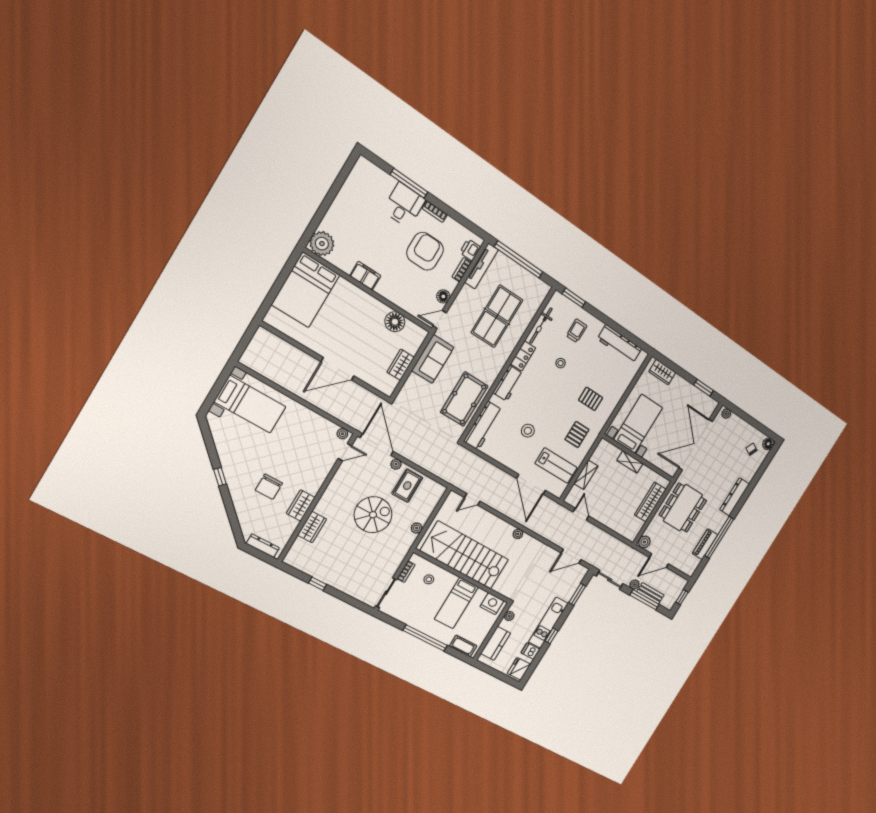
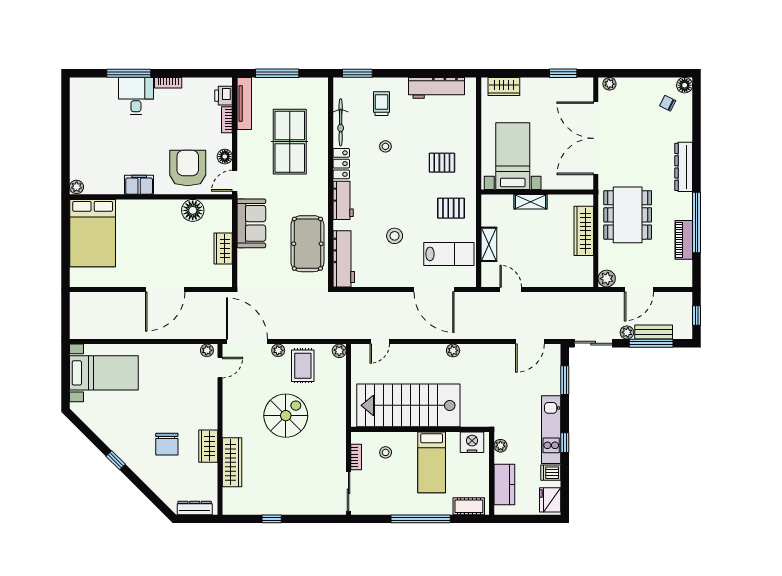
plant: (322, 244) -> (77, 187), width x0.53, depth x0.53
armchair: (425, 251) -> (188, 168), moved
window: (519, 259) -> (277, 73), width x0.68
pallet: (577, 434) -> (451, 208), turned 90
wardrobe: (312, 527) -> (232, 462), width x1.50
plant: (417, 528) -> (339, 351), moved

